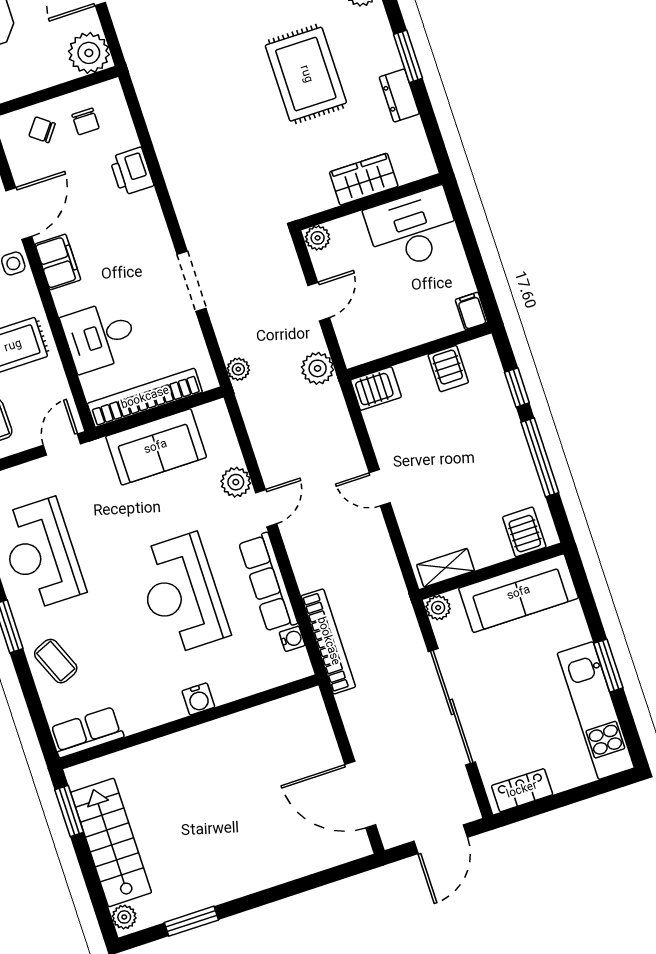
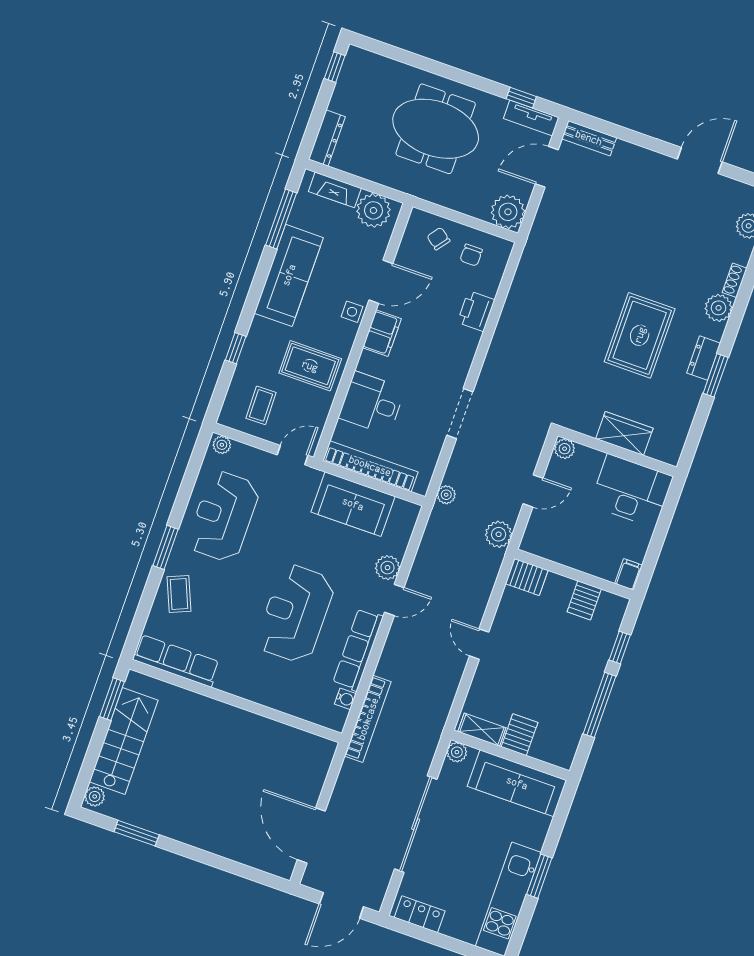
dresser: (399, 95) -> (704, 358), moved
server rack: (524, 532) -> (520, 735), moved
water cooler: (198, 699) -> (253, 691), removed
row of seats: (87, 732) -> (176, 661), width x1.48

